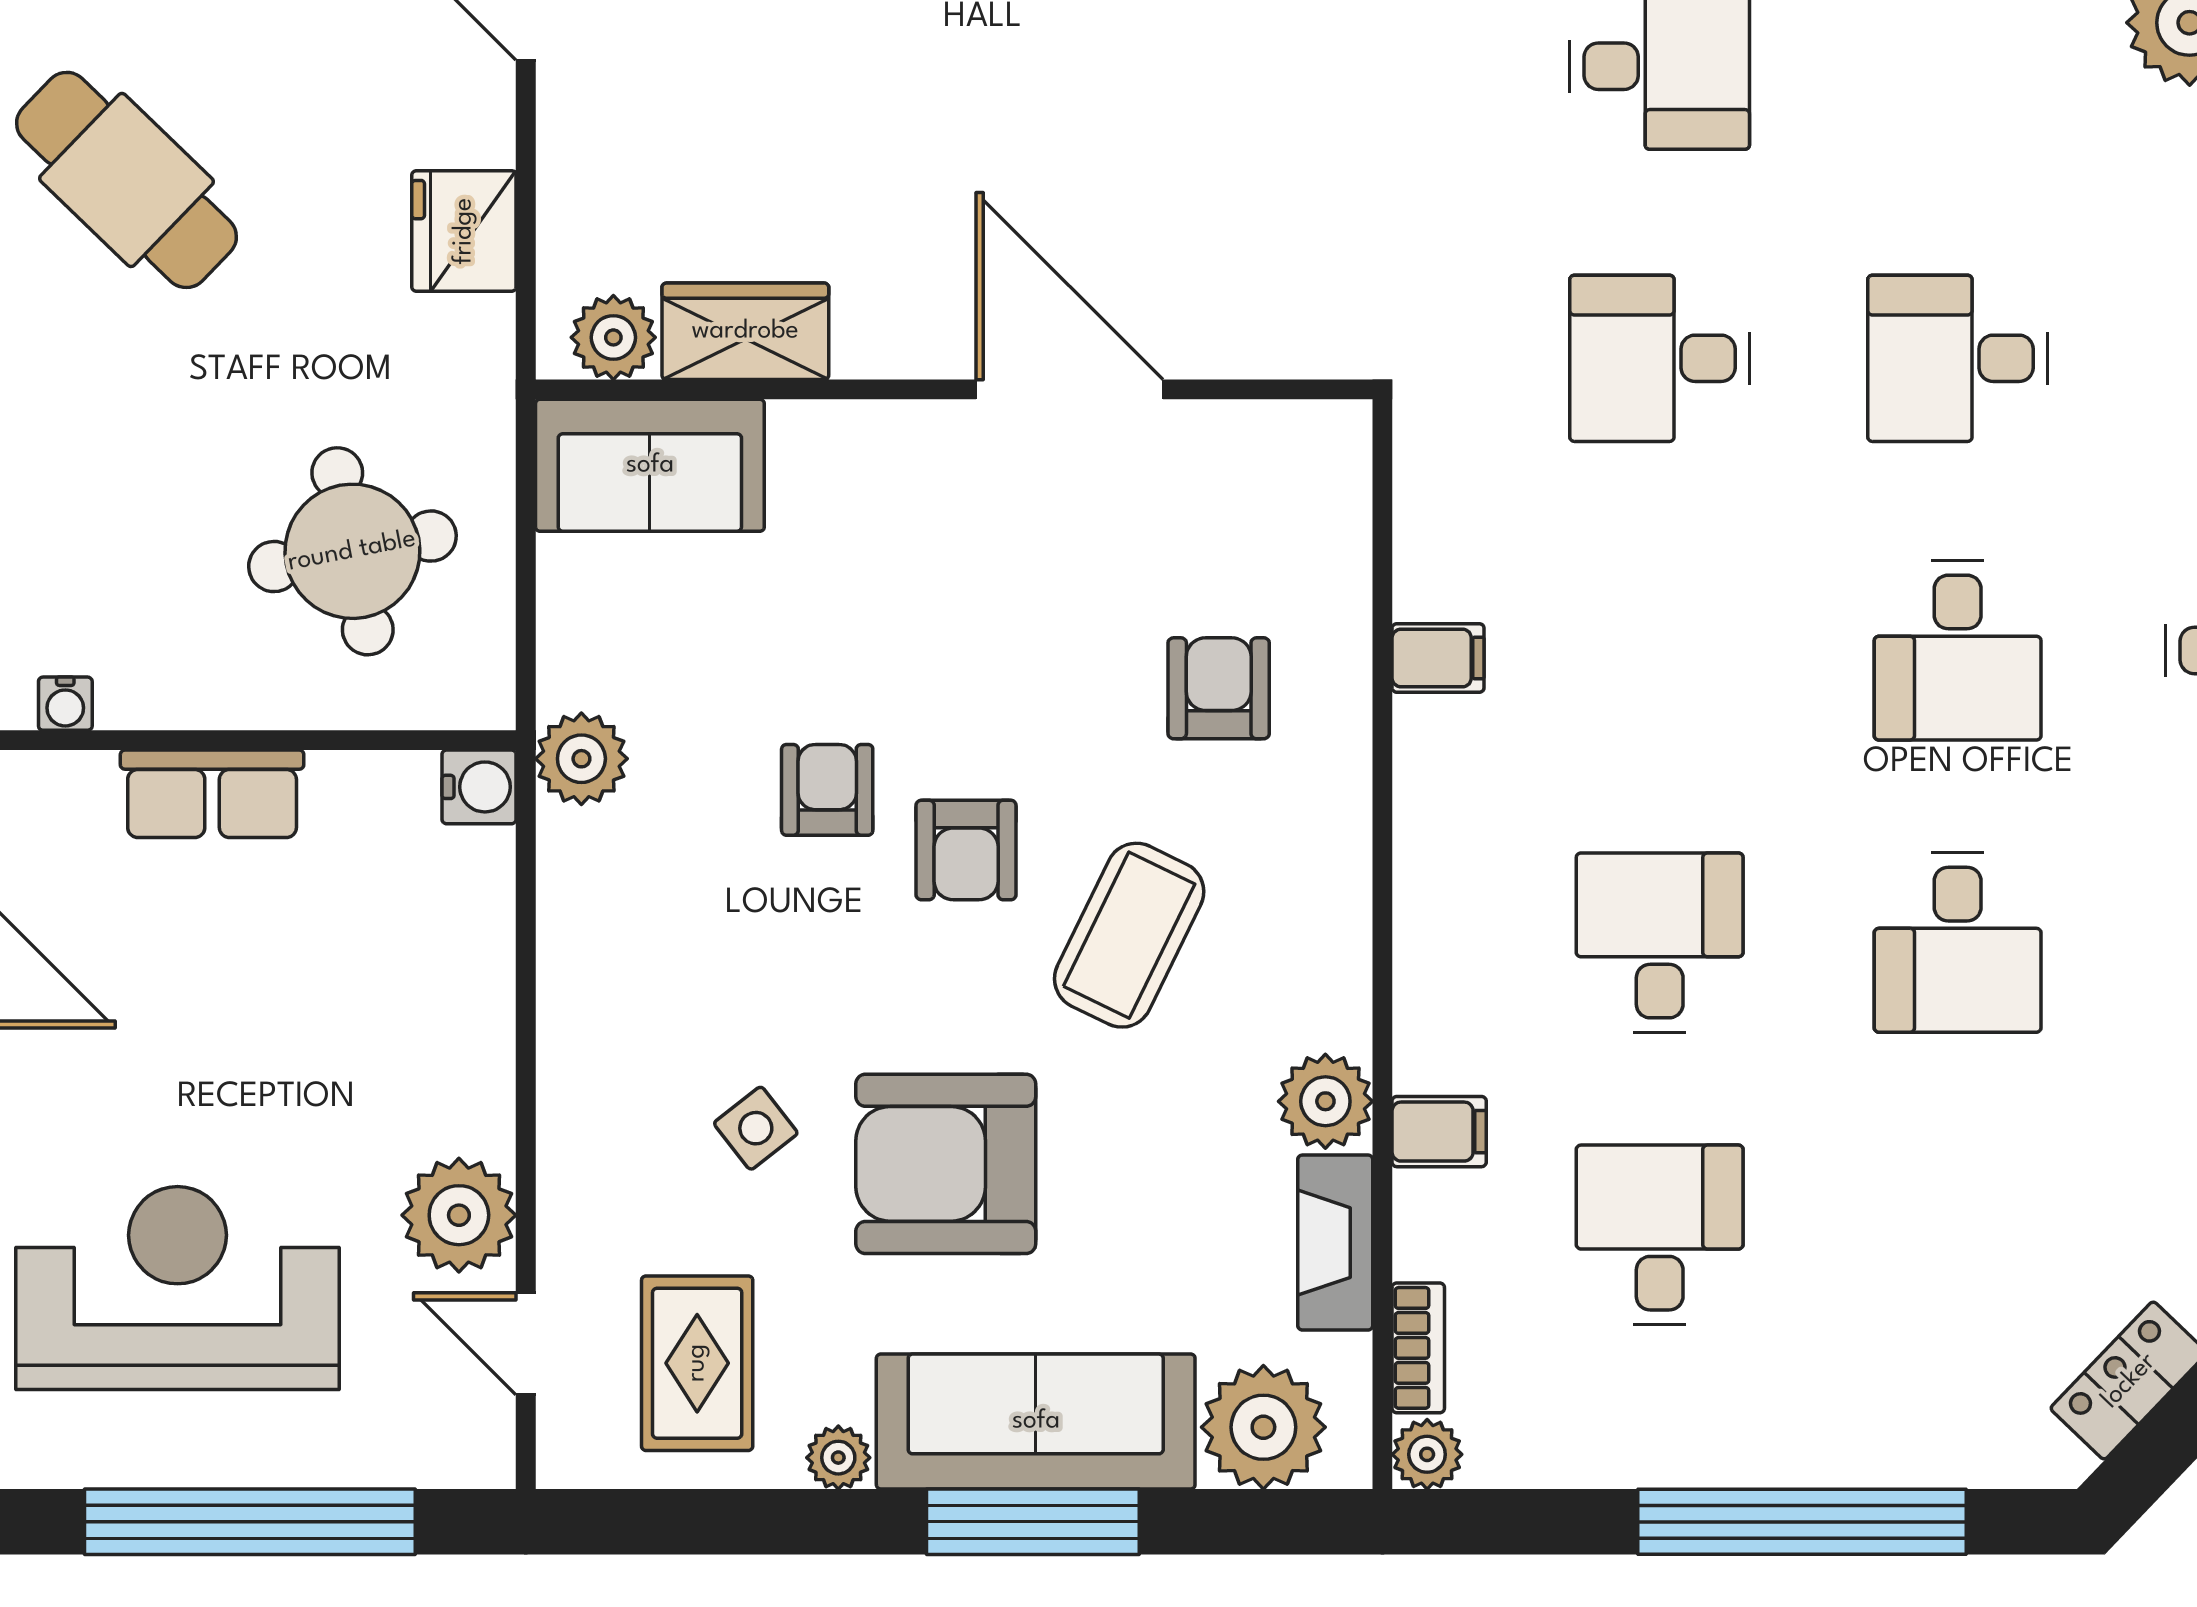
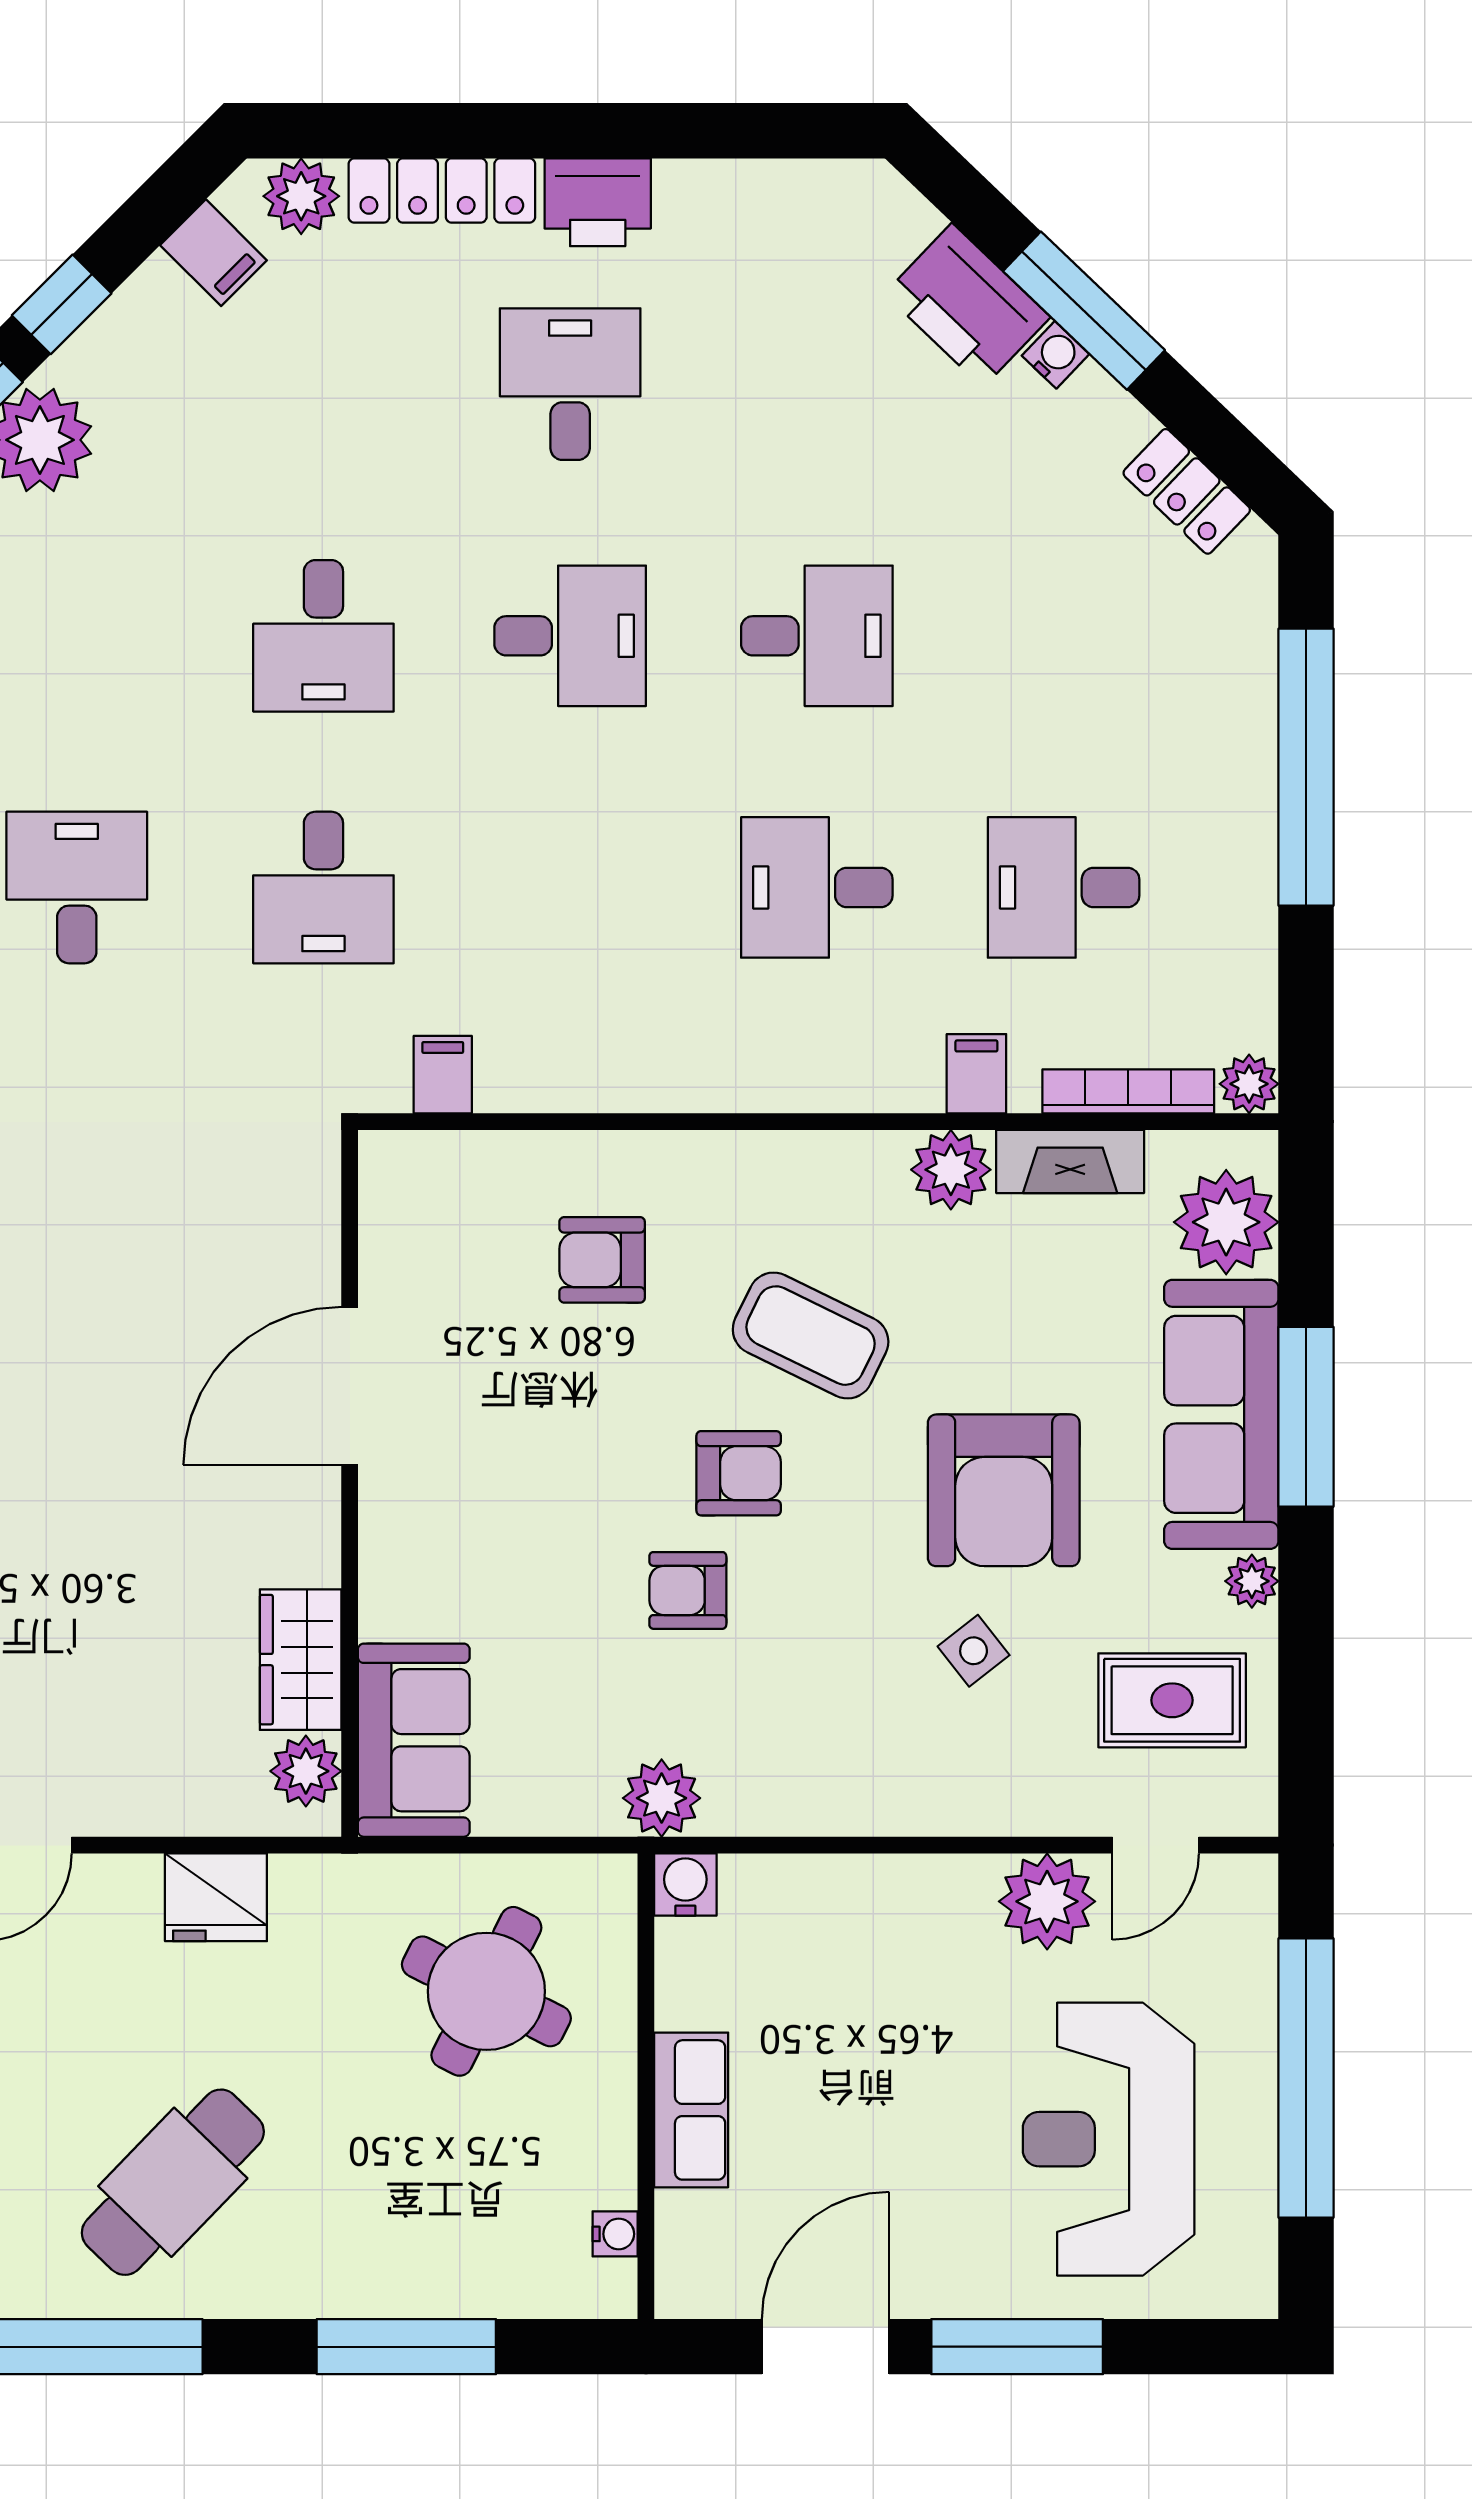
round table: (352, 551) -> (486, 1991), turned 38
filing cabinet: (1438, 658) -> (443, 1075), moved
bookcase: (1418, 1348) -> (1128, 1091), width x1.56

